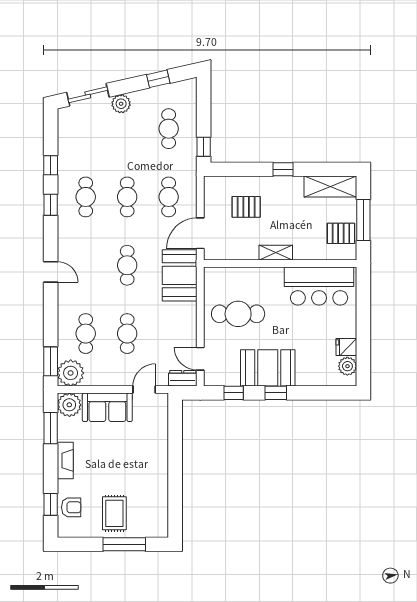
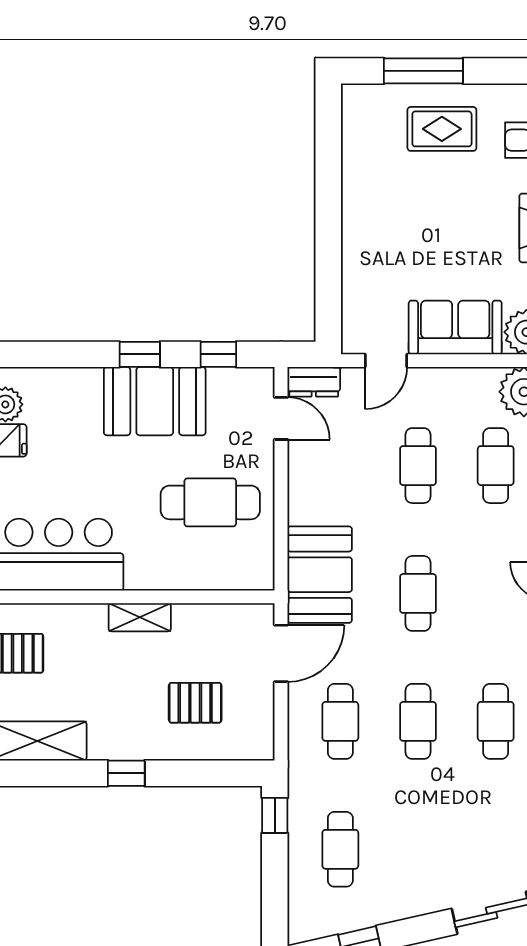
plant: (121, 104) -> (429, 896), removed
rug: (114, 513) -> (442, 129), turned 90

